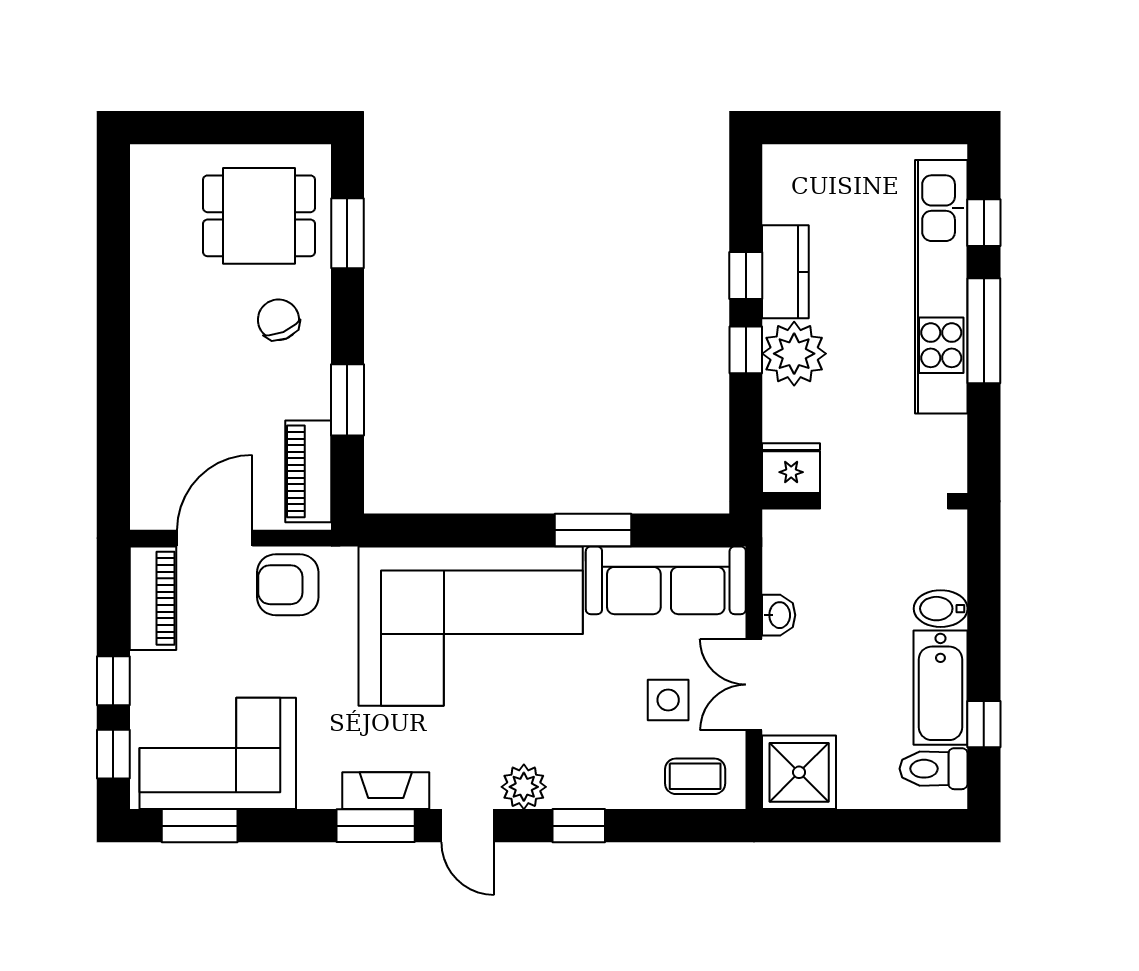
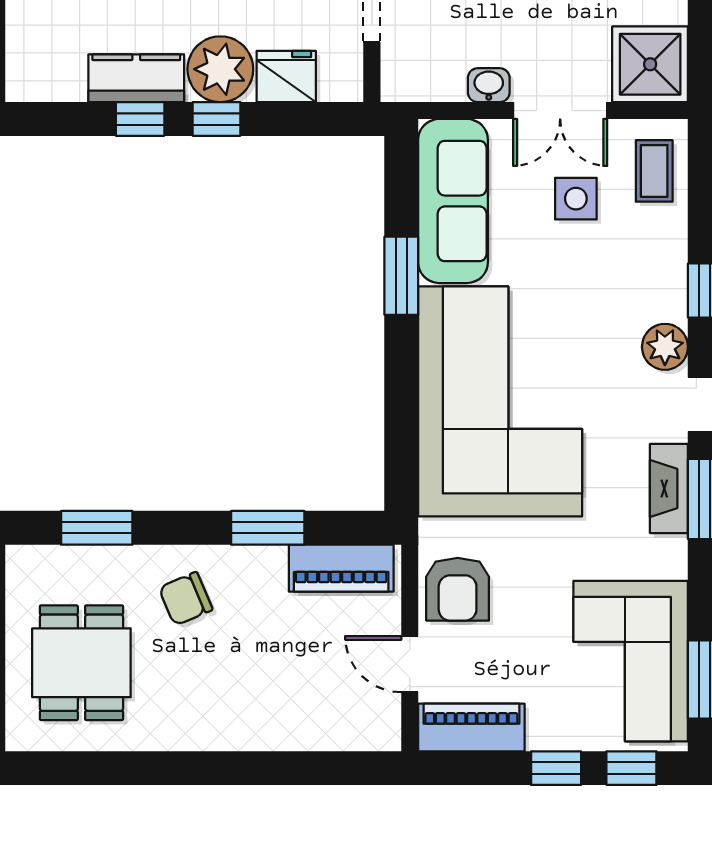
dining table: (259, 216) -> (81, 663), moved
fridge: (791, 468) -> (286, 77), moved, turned 90
door: (215, 538) -> (410, 664), width x0.73

